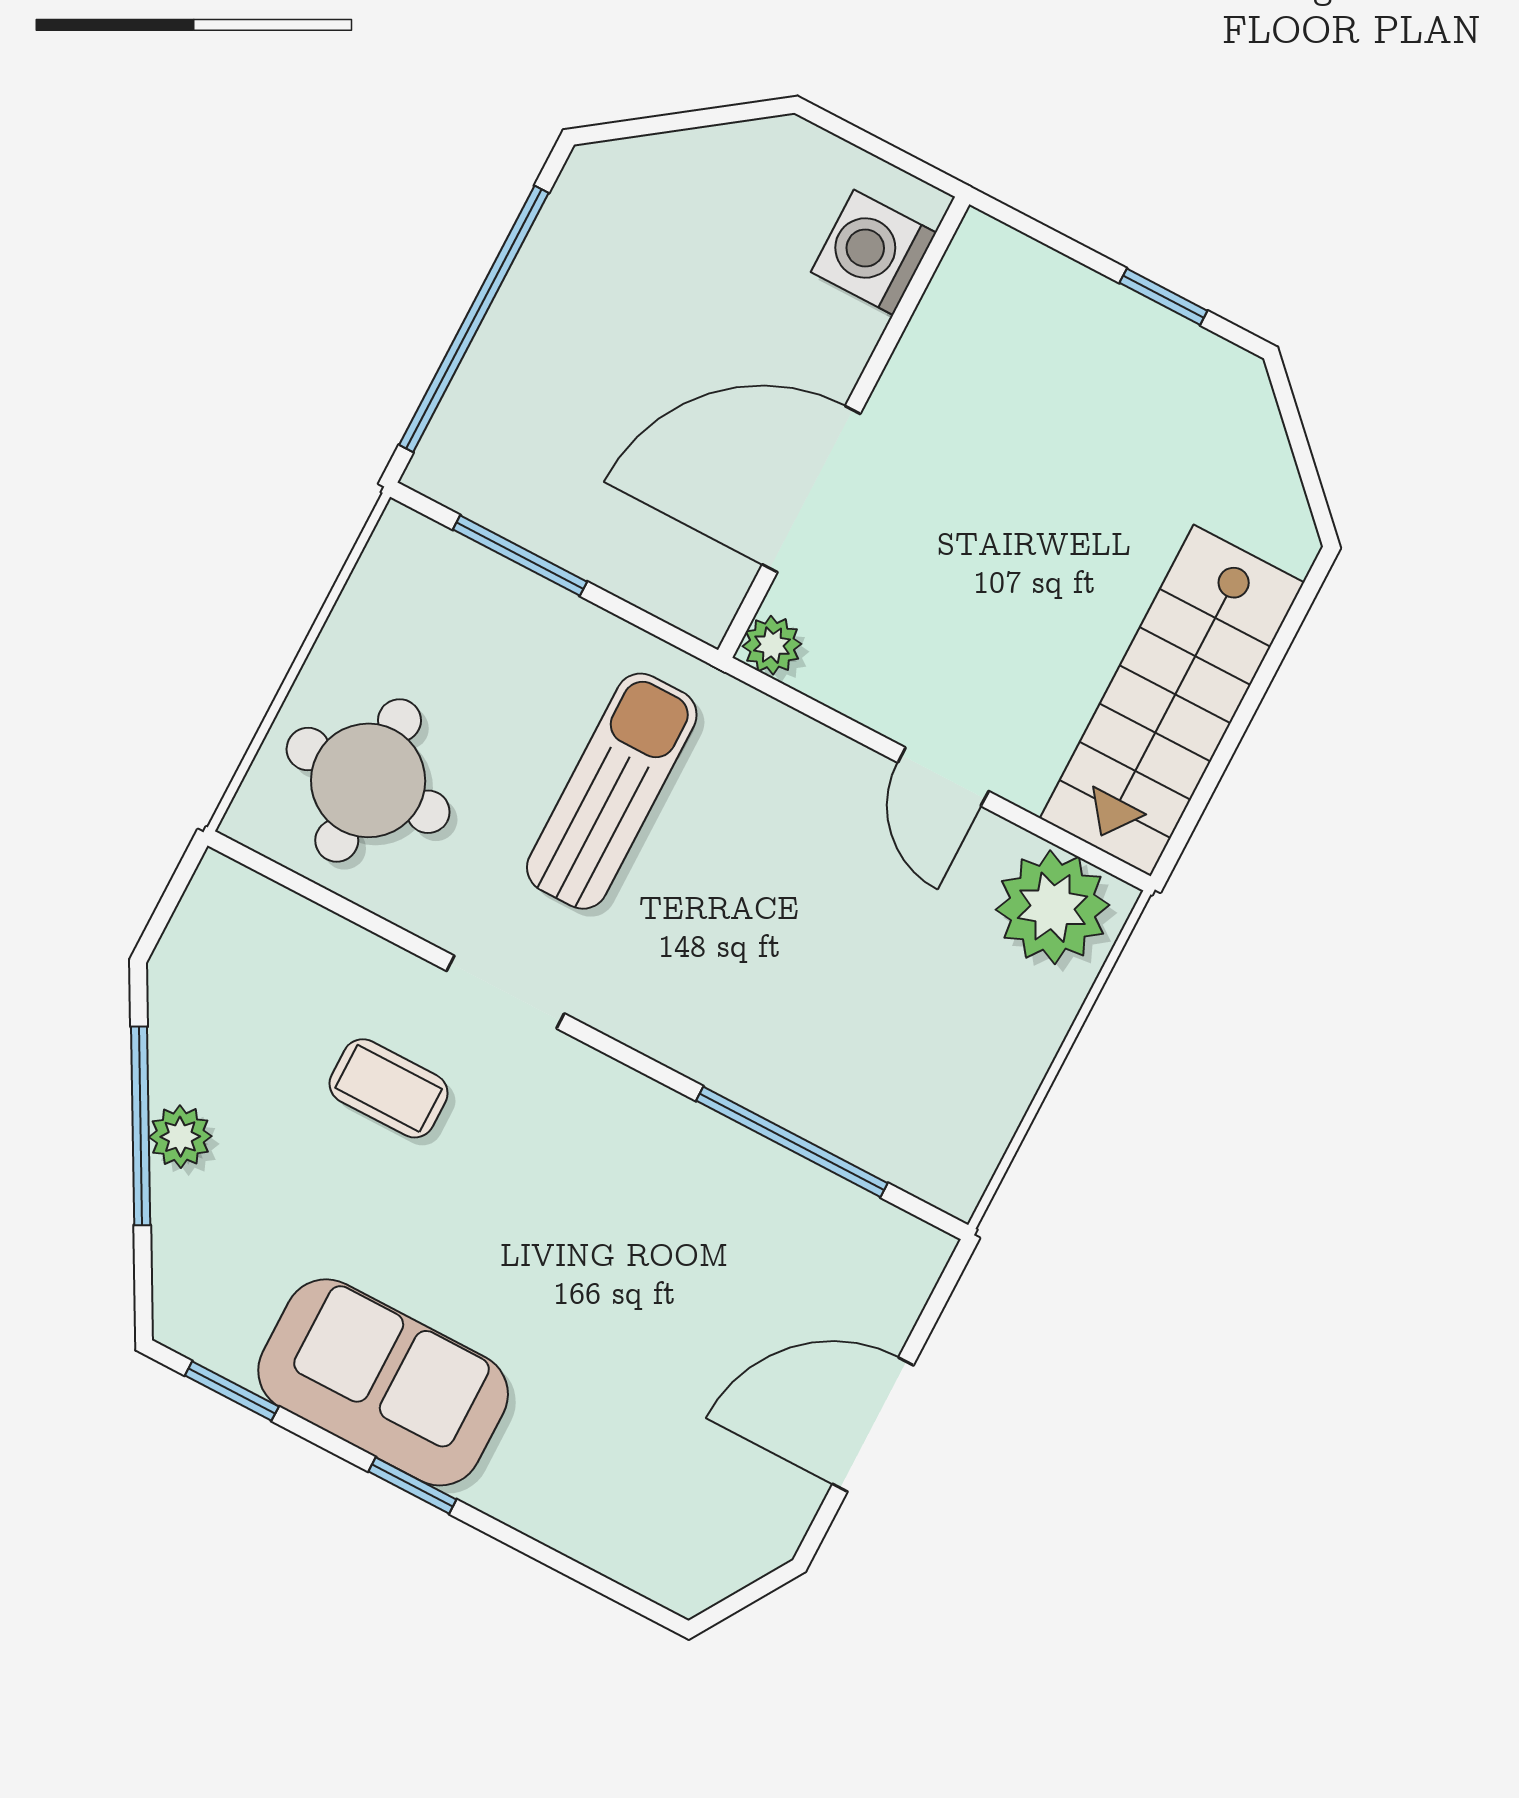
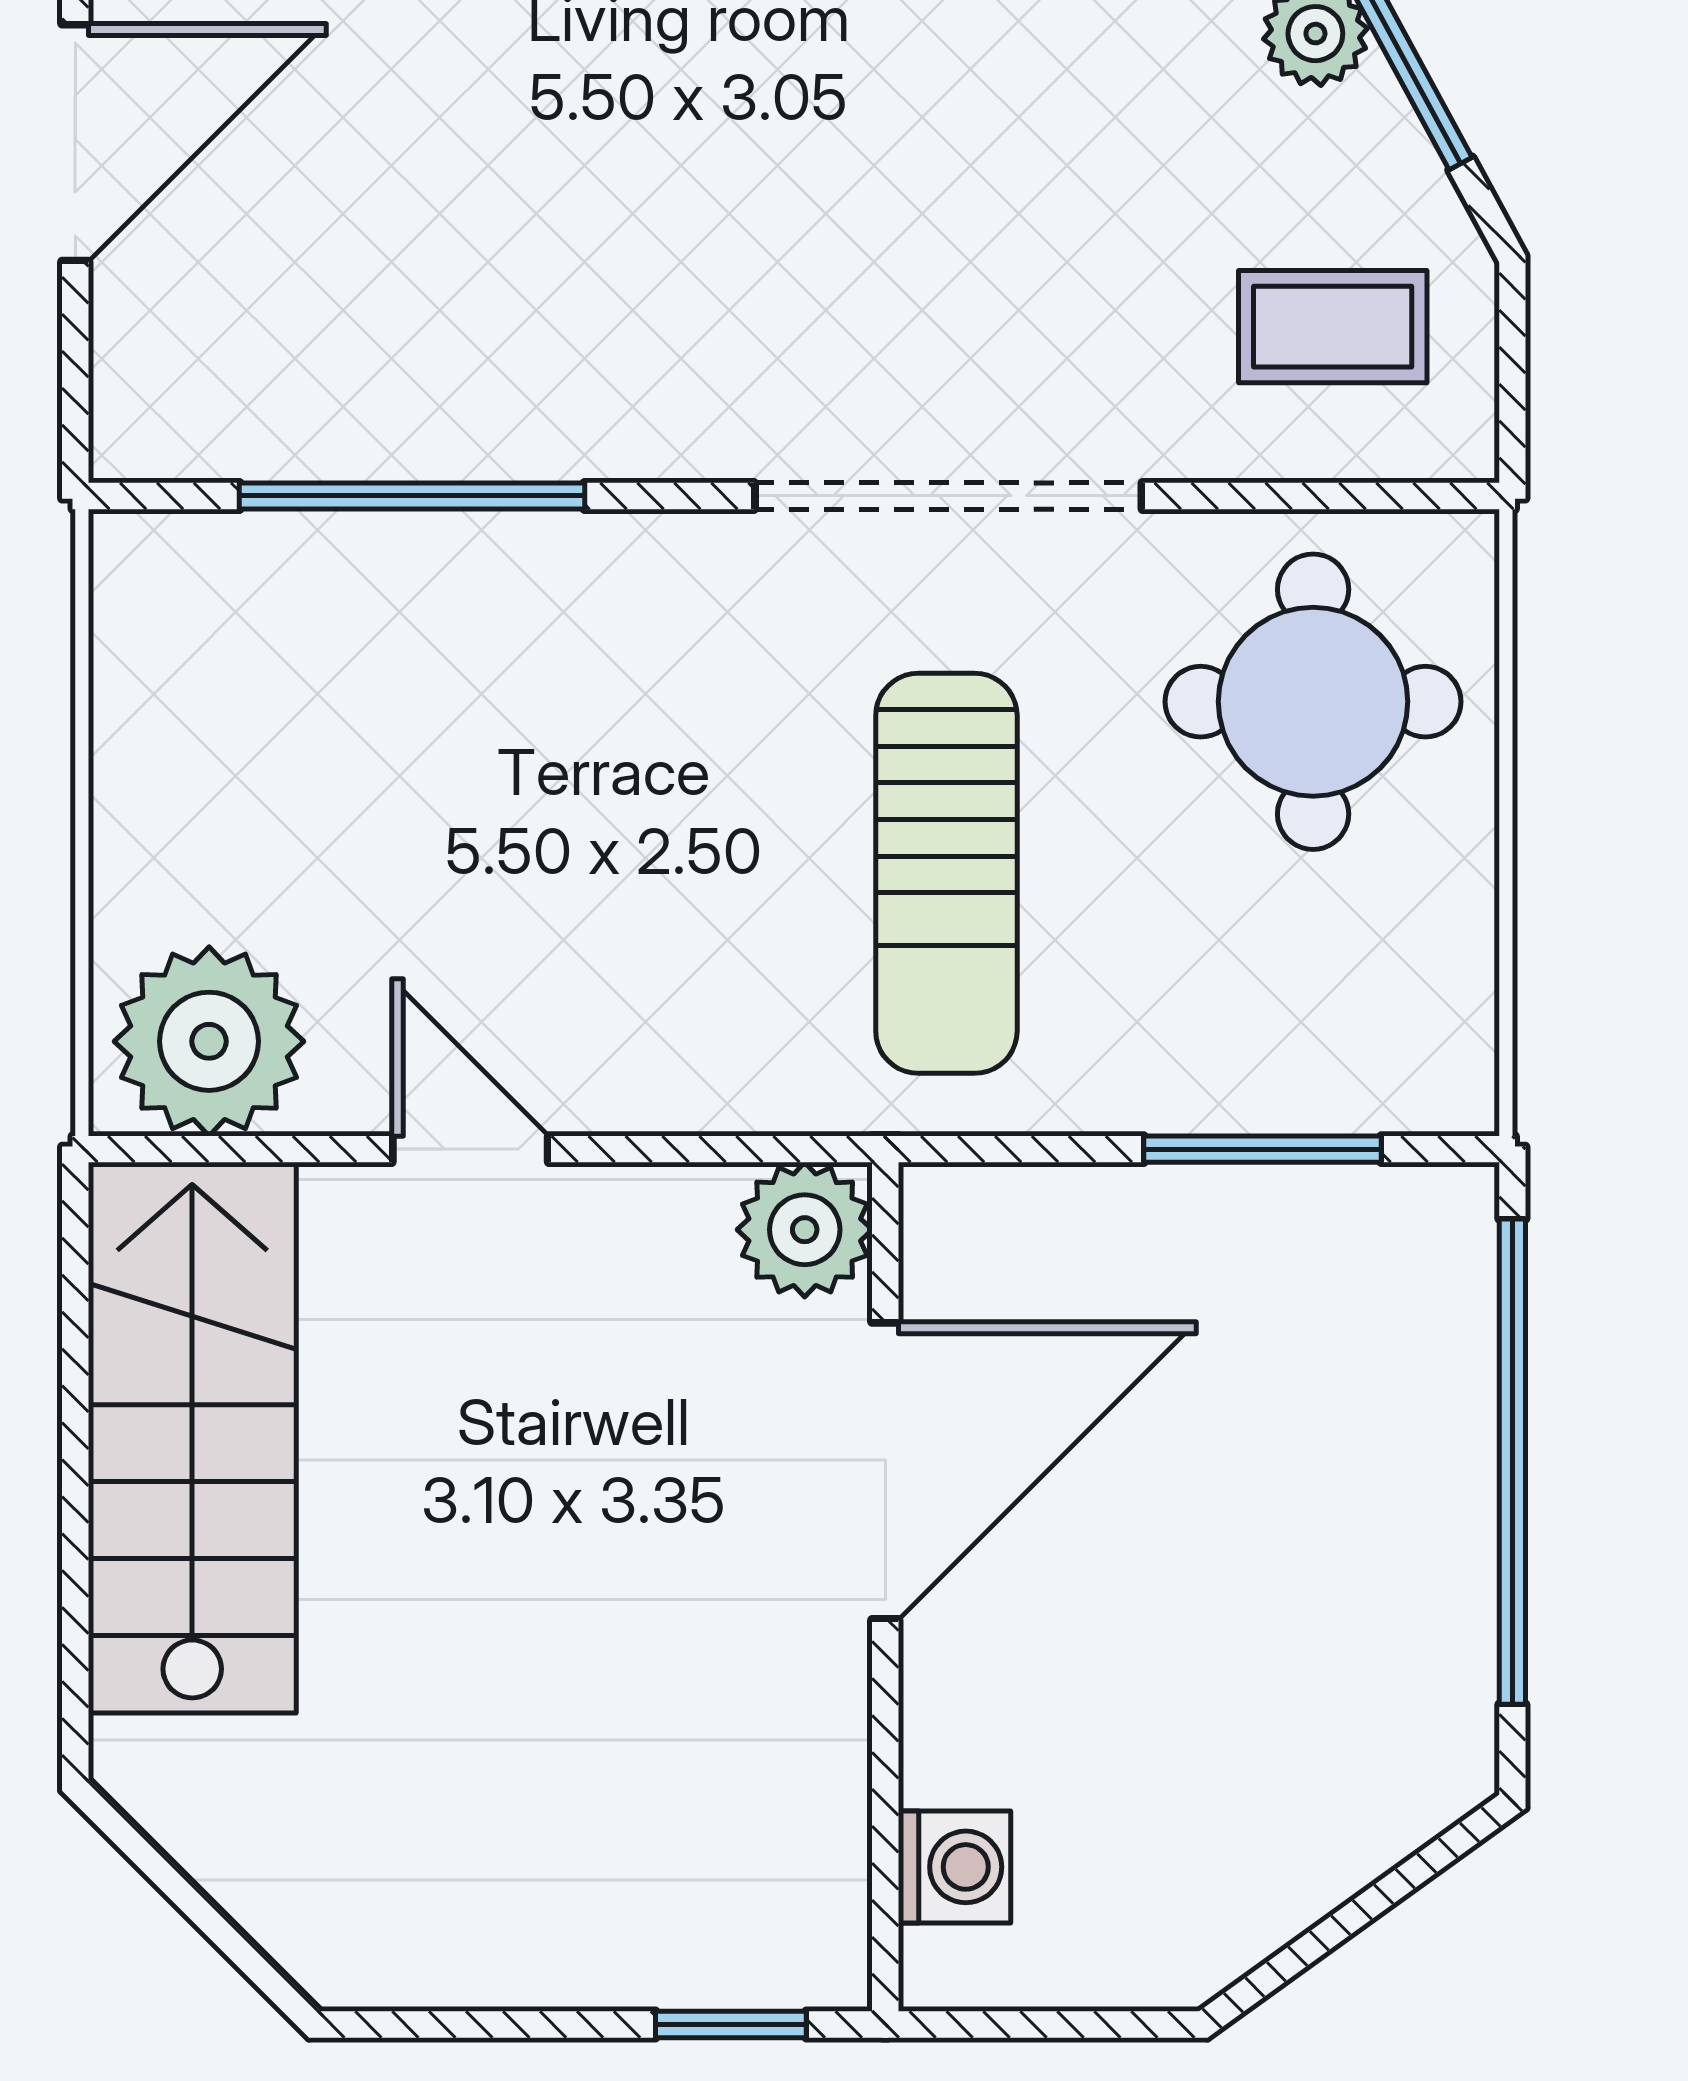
washing machine: (874, 252) -> (954, 1867), width x0.73, depth x0.73
window: (1163, 297) -> (731, 2024), moved
plant: (772, 645) -> (805, 1230), width x1.38, depth x1.38
doorway: (505, 992) -> (948, 496), width x1.88
coffee table: (389, 1088) -> (1333, 327), moved

